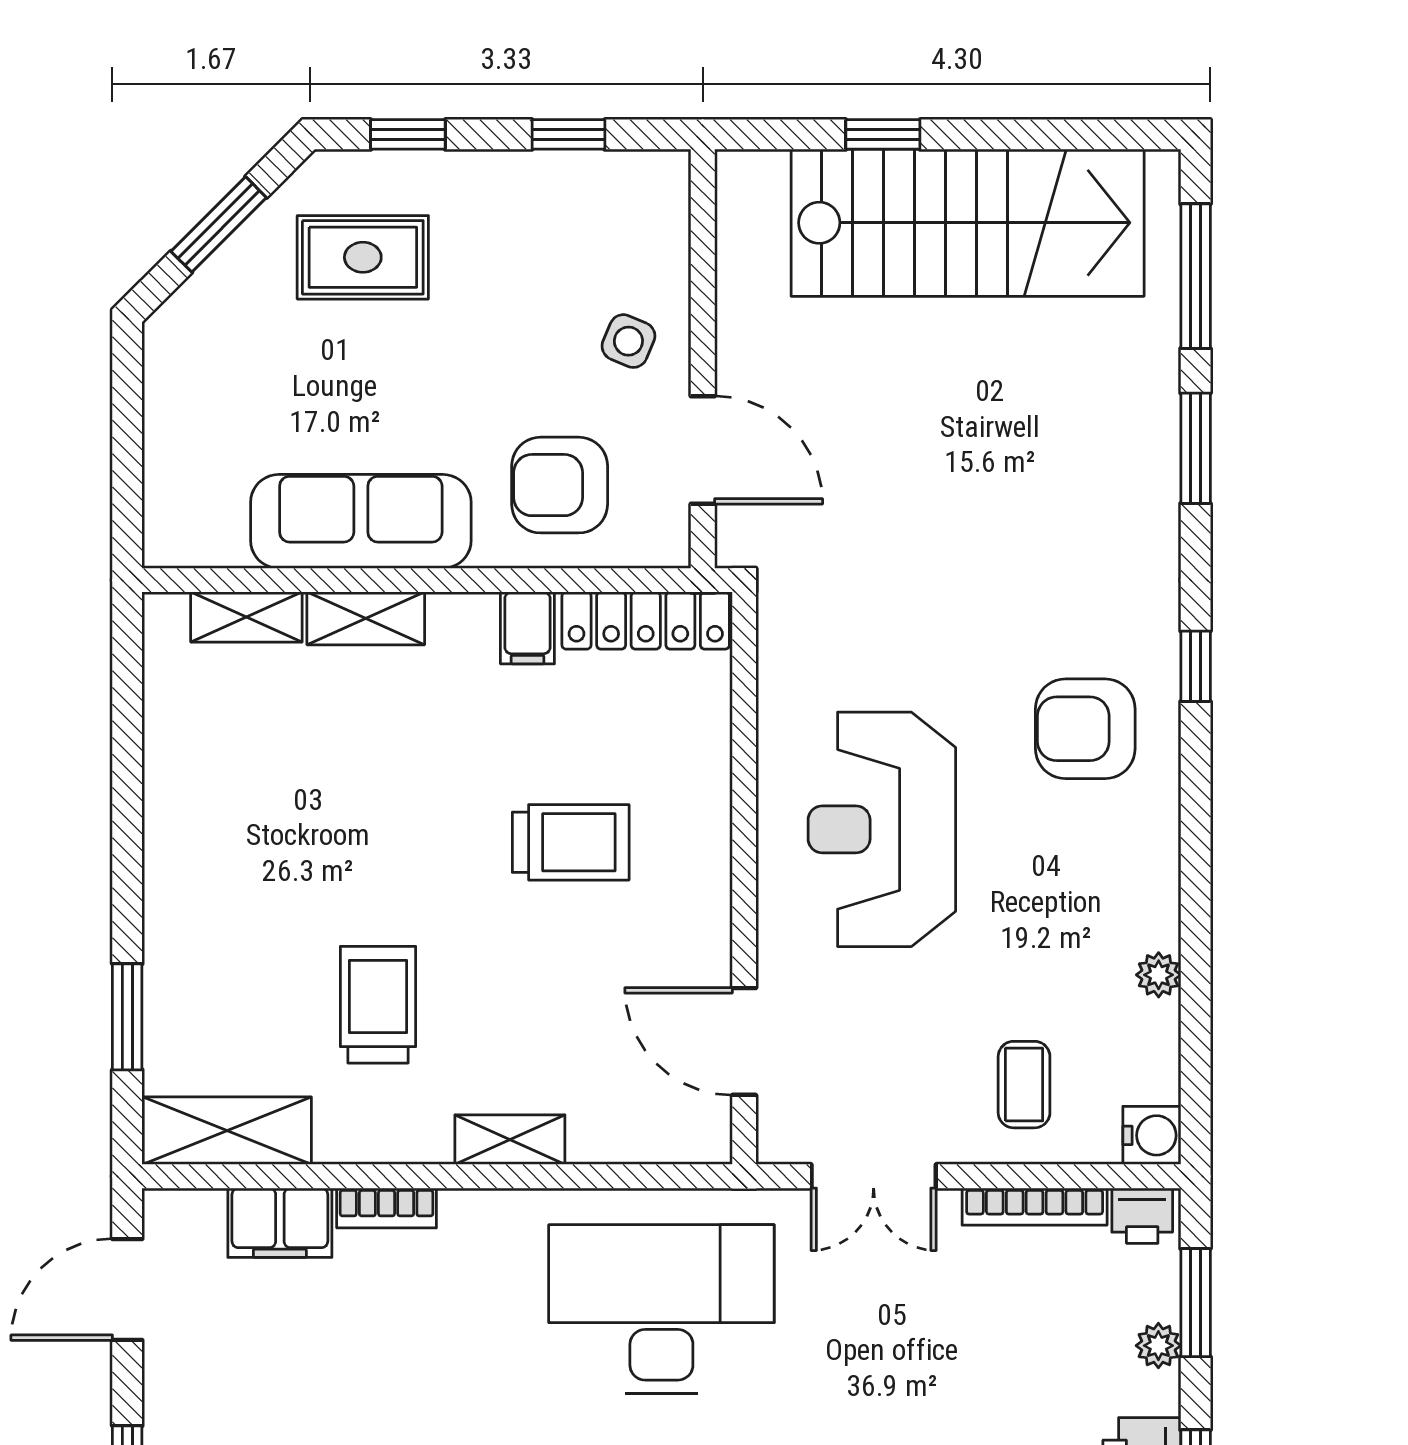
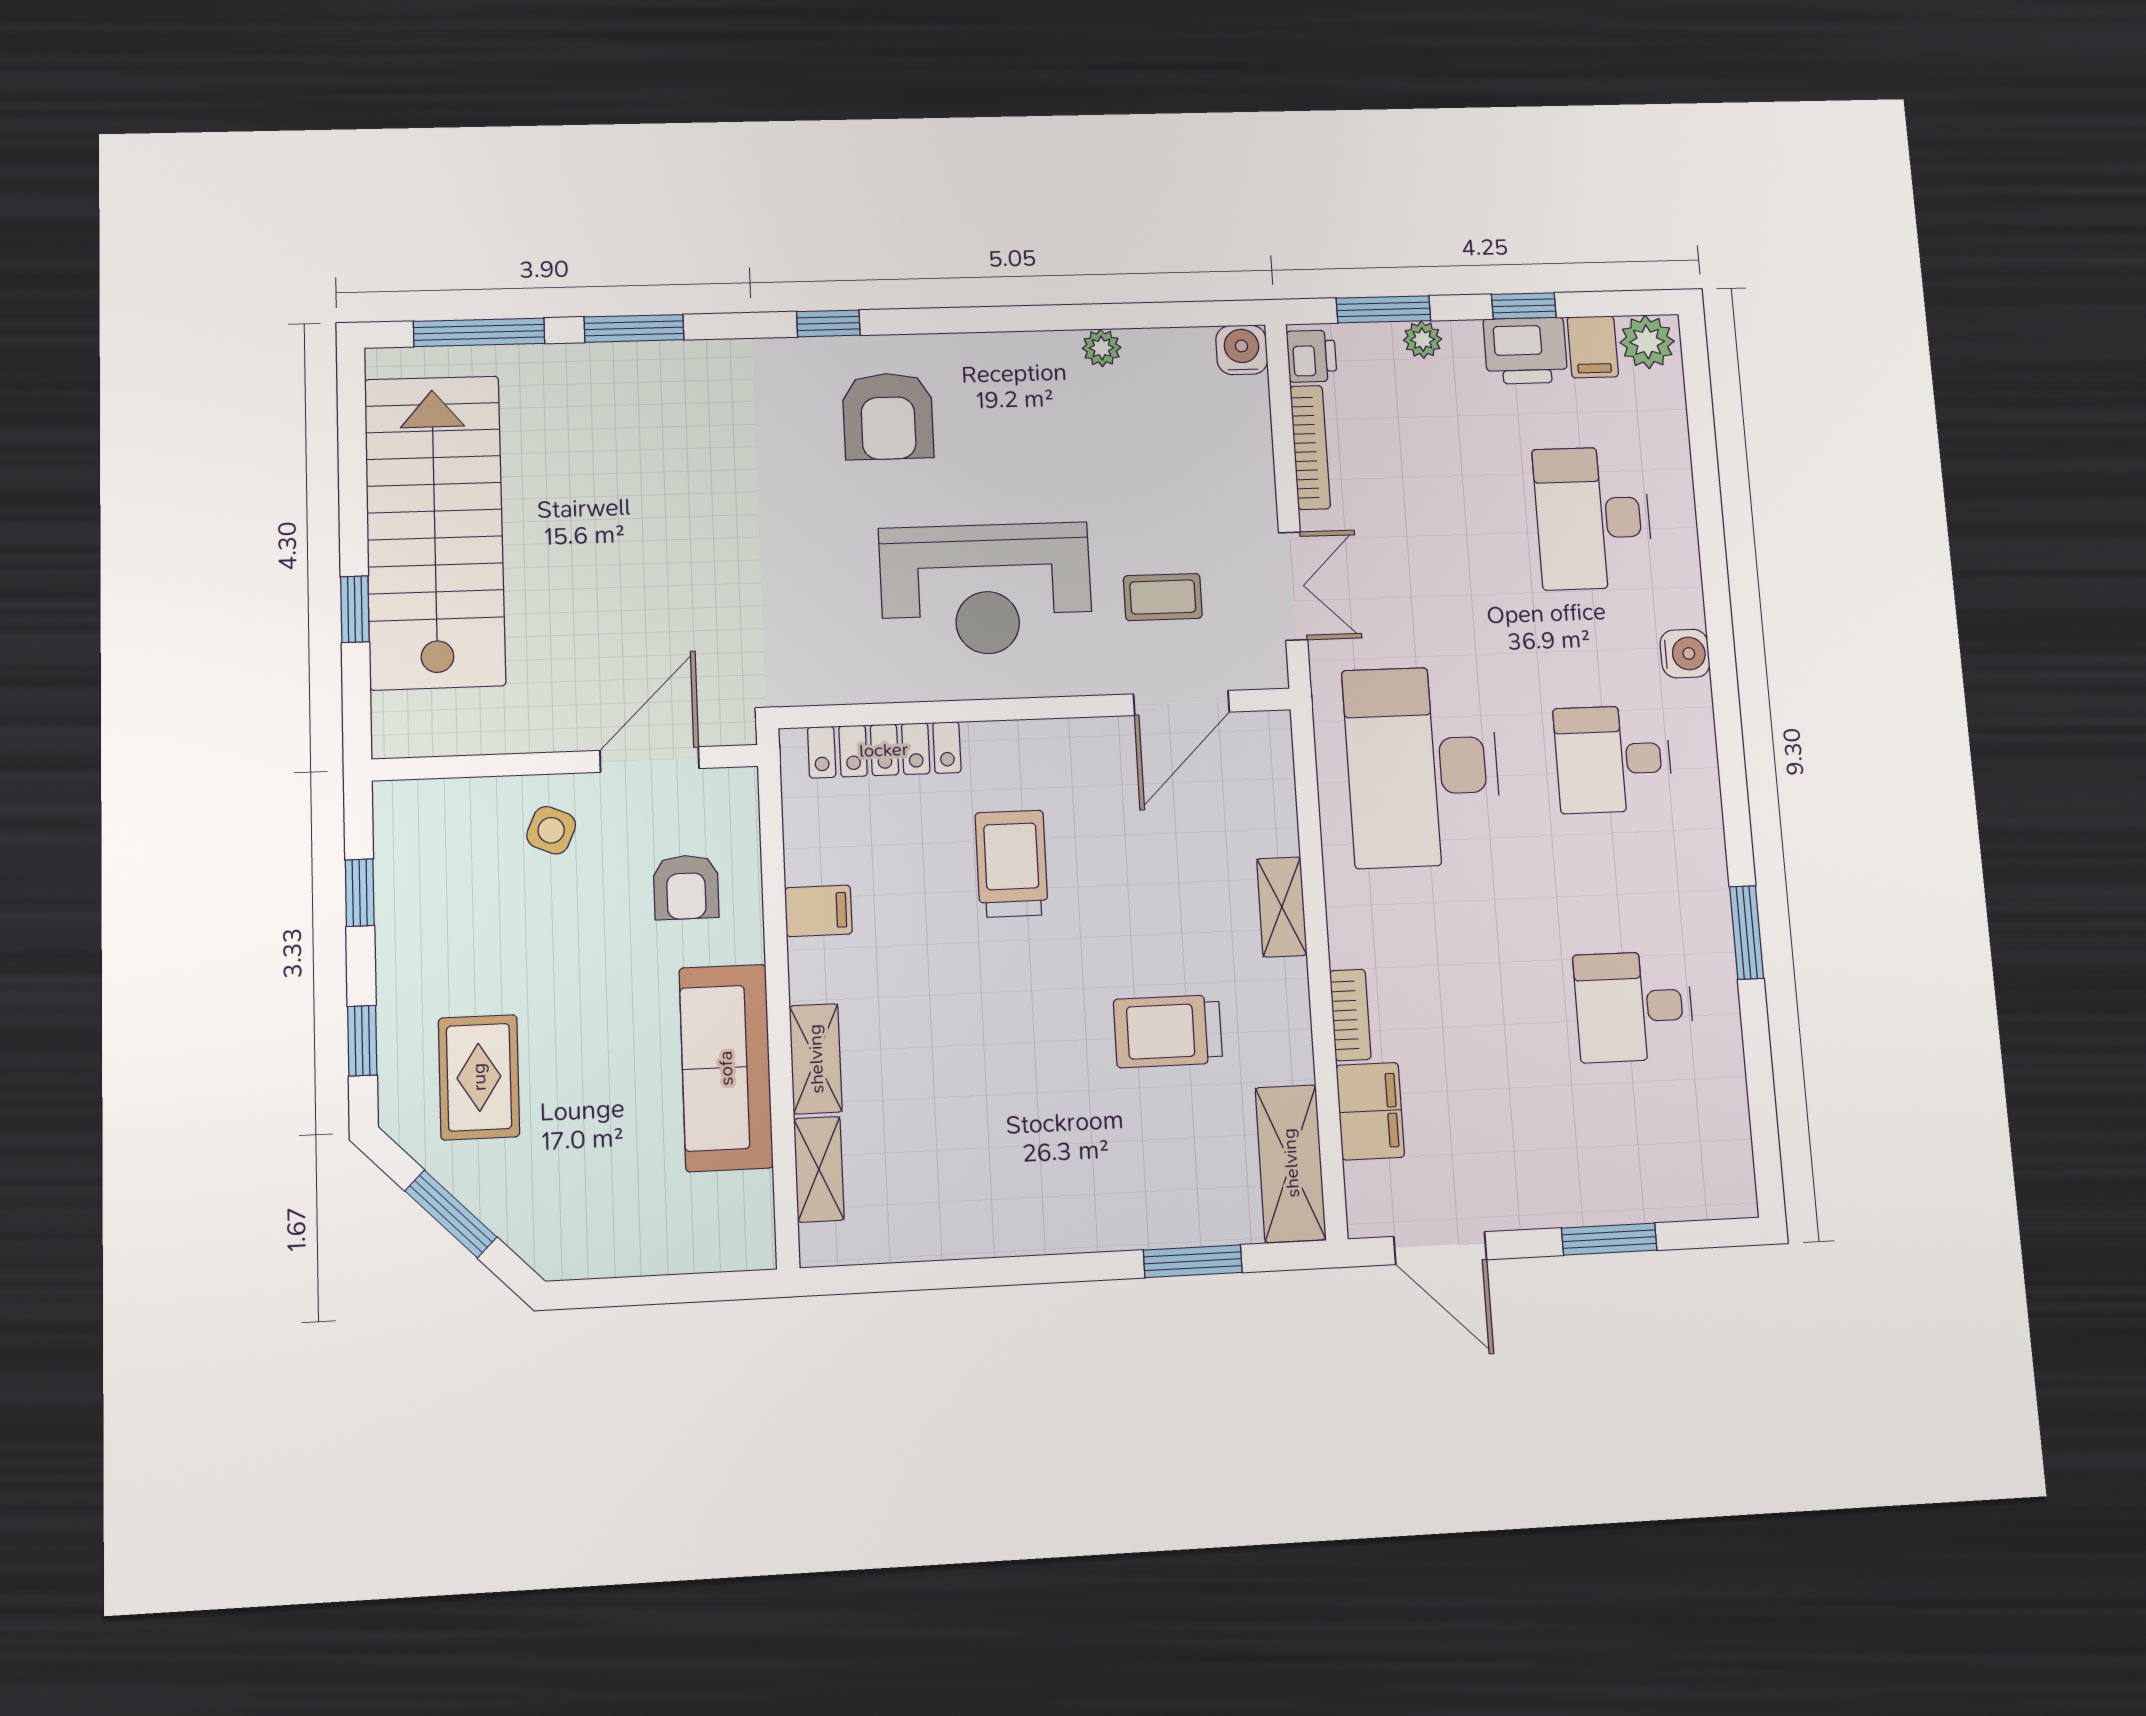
armchair: (560, 485) -> (686, 887), width x0.72, depth x0.72
locker: (646, 621) -> (884, 750), moved, turned 90
coffee table: (1024, 1085) -> (1163, 597), moved

